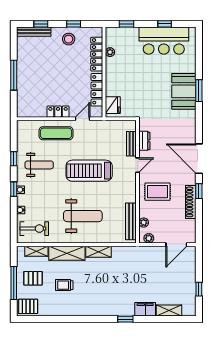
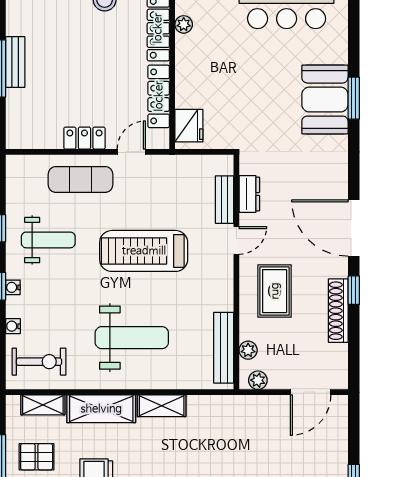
bench: (22, 72) -> (15, 62), added
rug: (158, 192) -> (275, 291), turned 90

